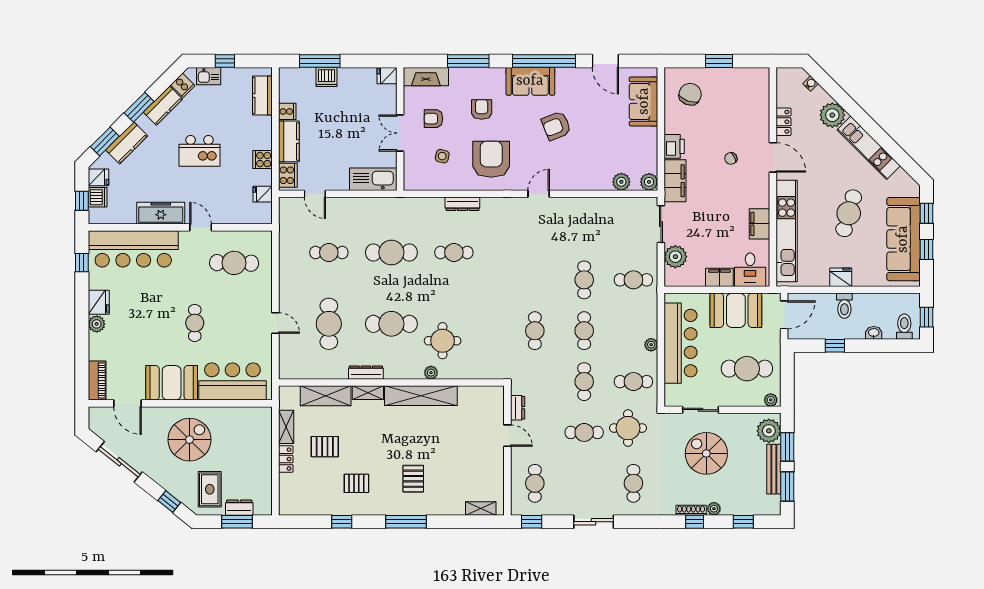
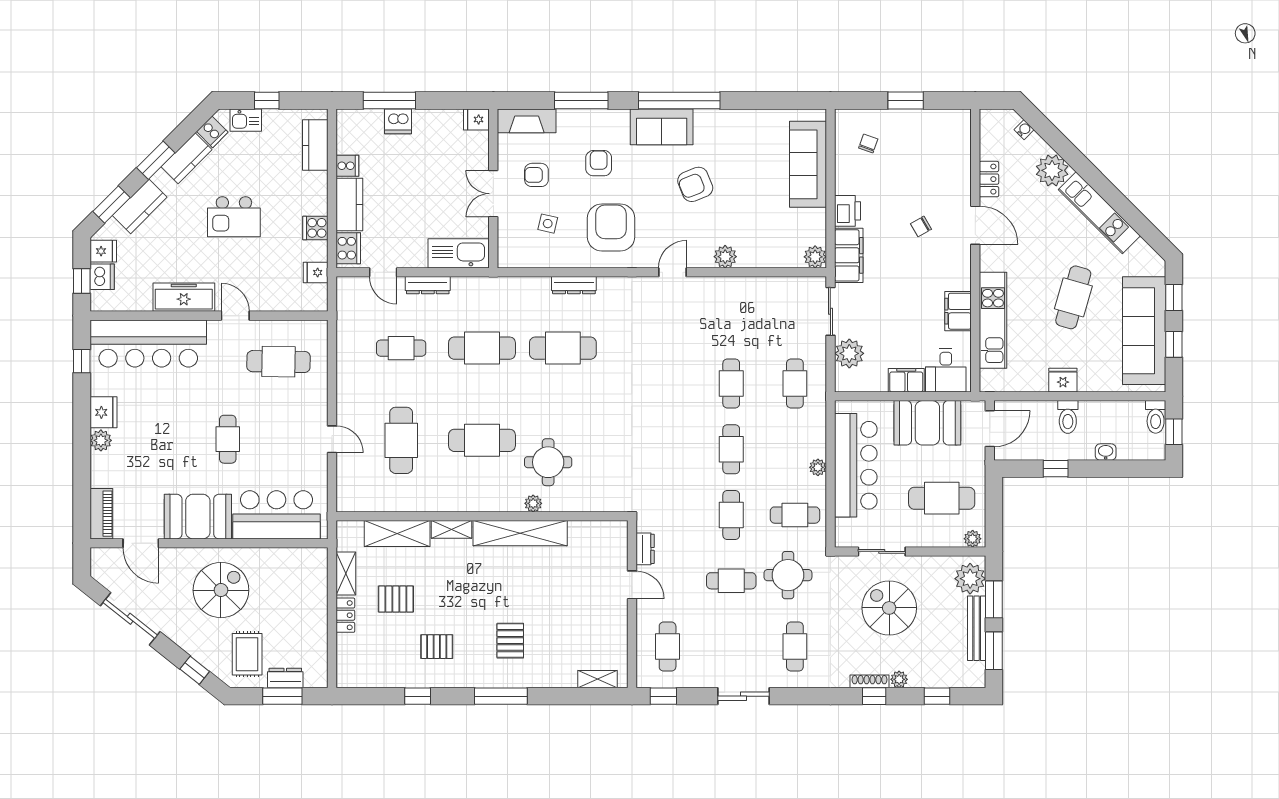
door: (605, 61) -> (759, 101), removed
chair: (690, 94) -> (868, 144), width x0.54, depth x0.54
sofa: (644, 101) -> (808, 164), width x1.36
plant: (621, 182) -> (725, 257), moved
kitchen unit: (787, 231) -> (993, 320), width x0.73
cafe table: (454, 252) -> (563, 348), width x1.37, depth x1.35
cafe table: (633, 280) -> (795, 383), turned 90
toilet: (904, 327) -> (1156, 417), moved, turned 180
cafe table: (535, 331) -> (668, 449), removed
dresser: (366, 373) -> (428, 285), moved, turned 180

